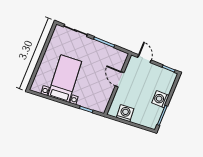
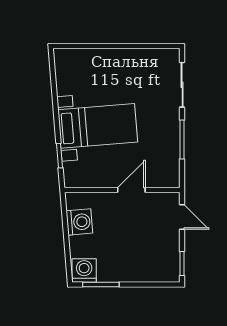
door: (144, 59) -> (182, 217), hinge flipped
bed with nightstands: (65, 79) -> (98, 126), moved
washing machine: (160, 99) -> (84, 271), moved

